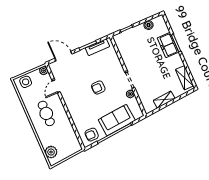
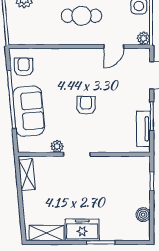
freezer: (168, 45) -> (82, 230), moved
door: (56, 86) -> (114, 46), swing flipped
shelving: (164, 100) -> (27, 175), moved

